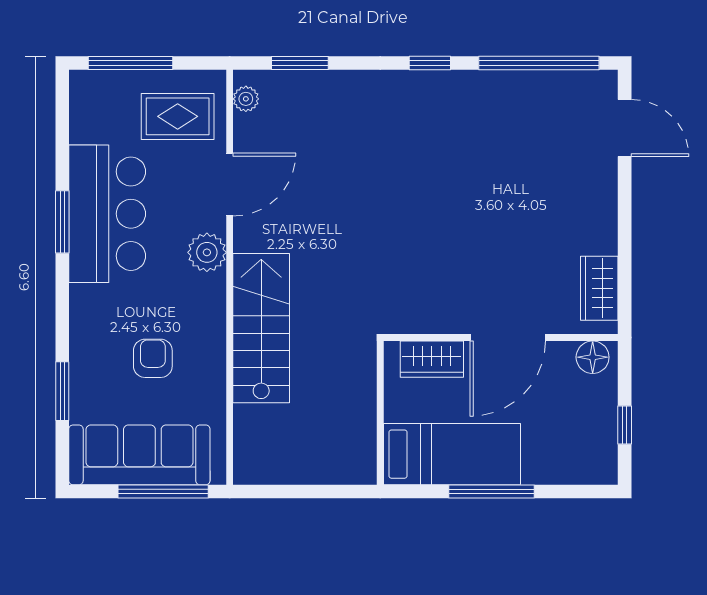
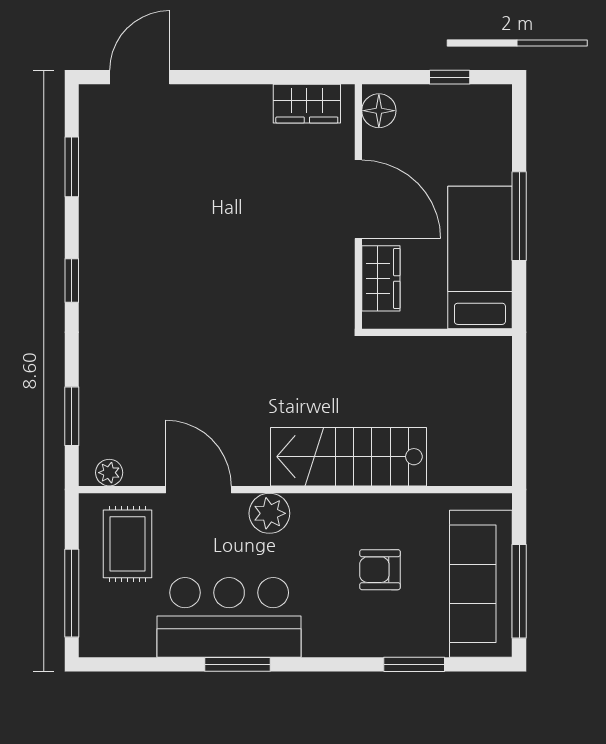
window: (539, 63) -> (72, 167), width x0.47
window: (163, 492) -> (519, 591), moved

